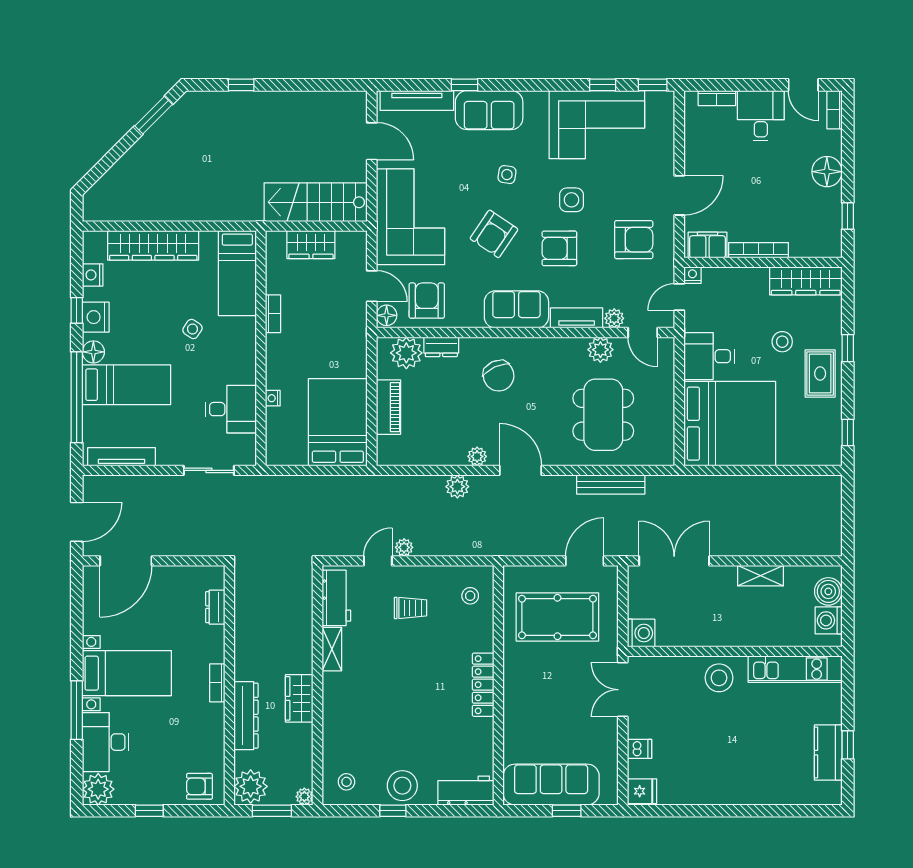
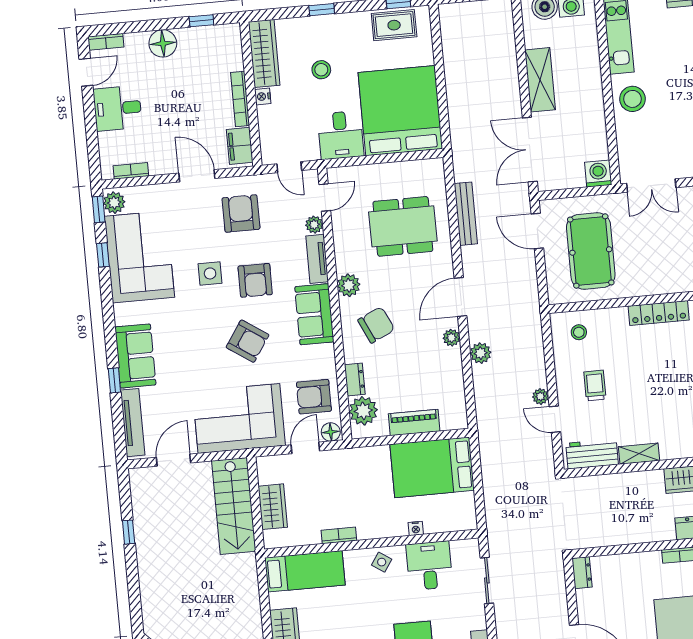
window: (241, 85) -> (129, 532), moved
bookcase: (717, 98) -> (131, 171), moved, turned -90
plant: (658, 103) -> (114, 203), added
side table: (507, 175) -> (192, 334), removed
nightstand: (692, 275) -> (263, 96), moved
side table: (192, 329) -> (382, 562), moved
plant: (600, 350) -> (349, 285), moved
rug: (820, 374) -> (394, 25), moved
shelving: (761, 576) -> (540, 80), width x1.50, depth x1.33
dresser: (215, 607) -> (582, 573), moved, turned -90

